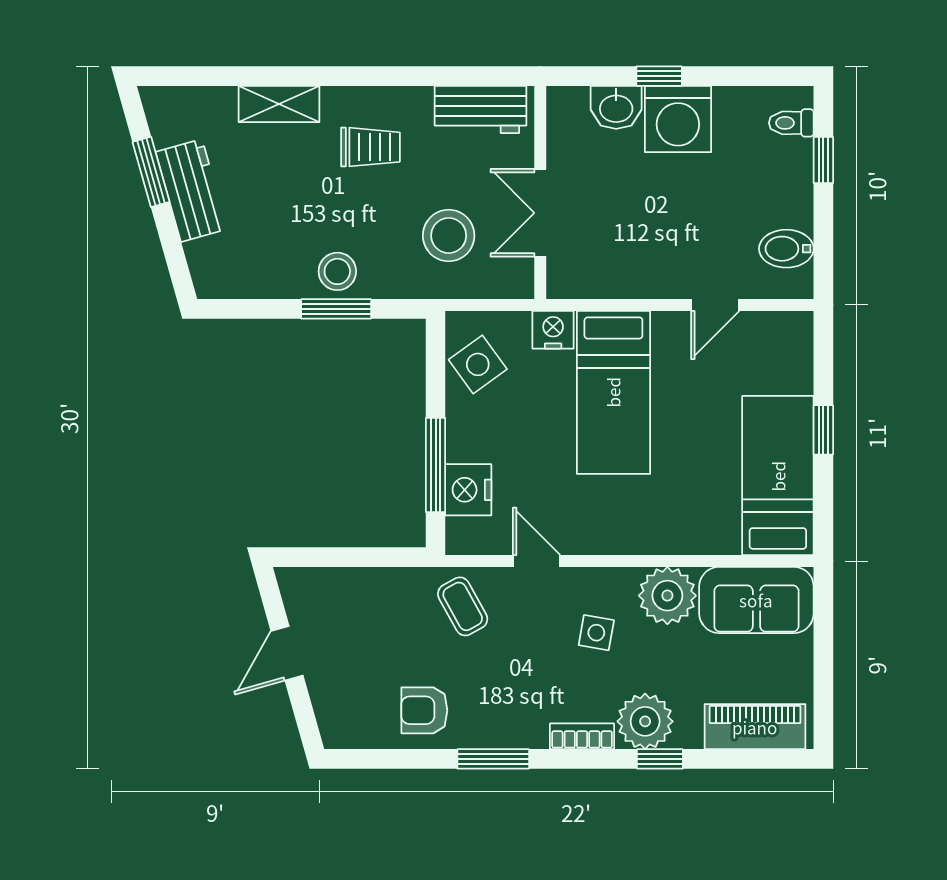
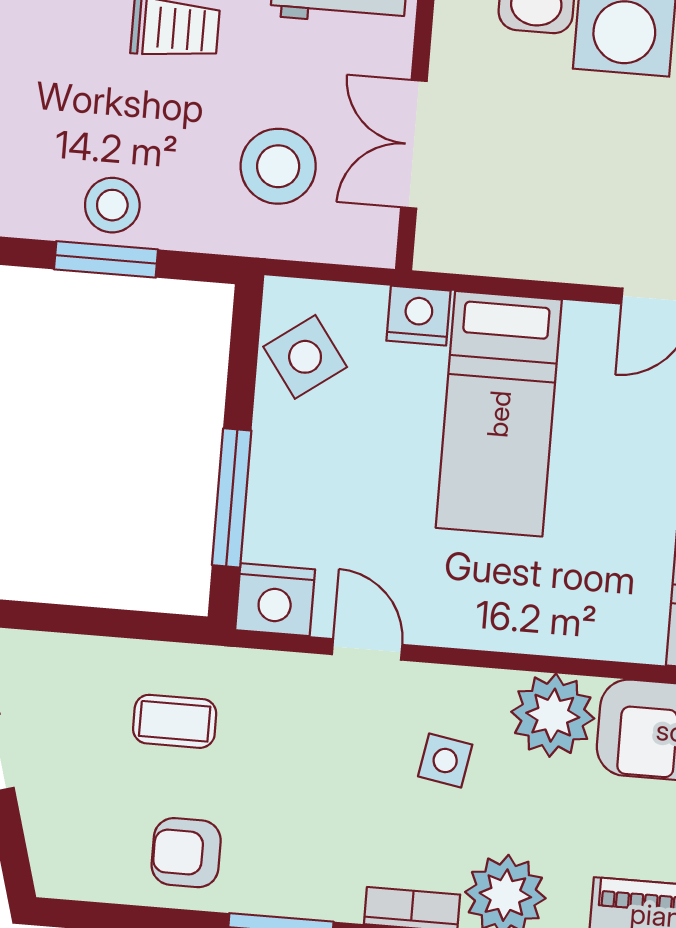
nightstand: (468, 490) -> (275, 600), moved, turned -90
coffee table: (463, 606) -> (175, 721), moved, turned -61

